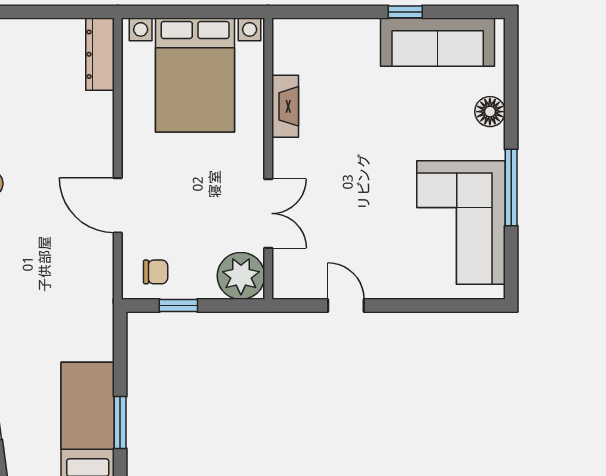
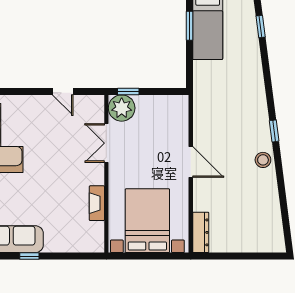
door: (118, 205) -> (191, 162), moved
chair: (156, 272) -> (170, 110), removed
window: (178, 305) -> (128, 91), moved

